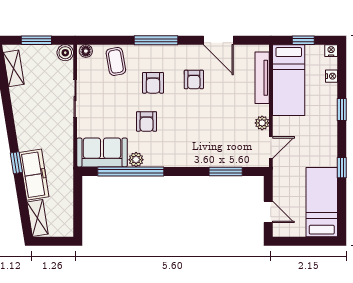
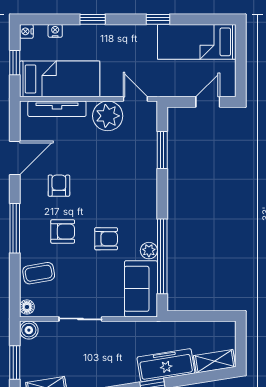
armchair: (194, 79) -> (59, 186), turned -90
plant: (262, 123) -> (108, 116), width x1.88, depth x1.88

